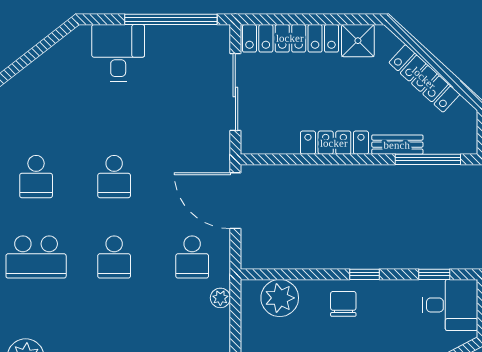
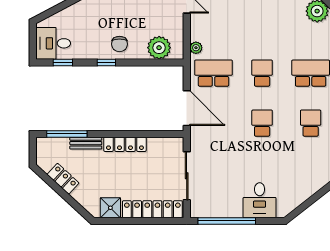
locker: (424, 78) -> (63, 179), width x0.66
school desk: (192, 257) -> (213, 73), width x1.85

